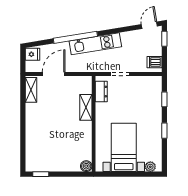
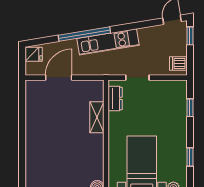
shelving: (31, 90) -> (32, 96), removed
window: (164, 131) -> (190, 157), moved

